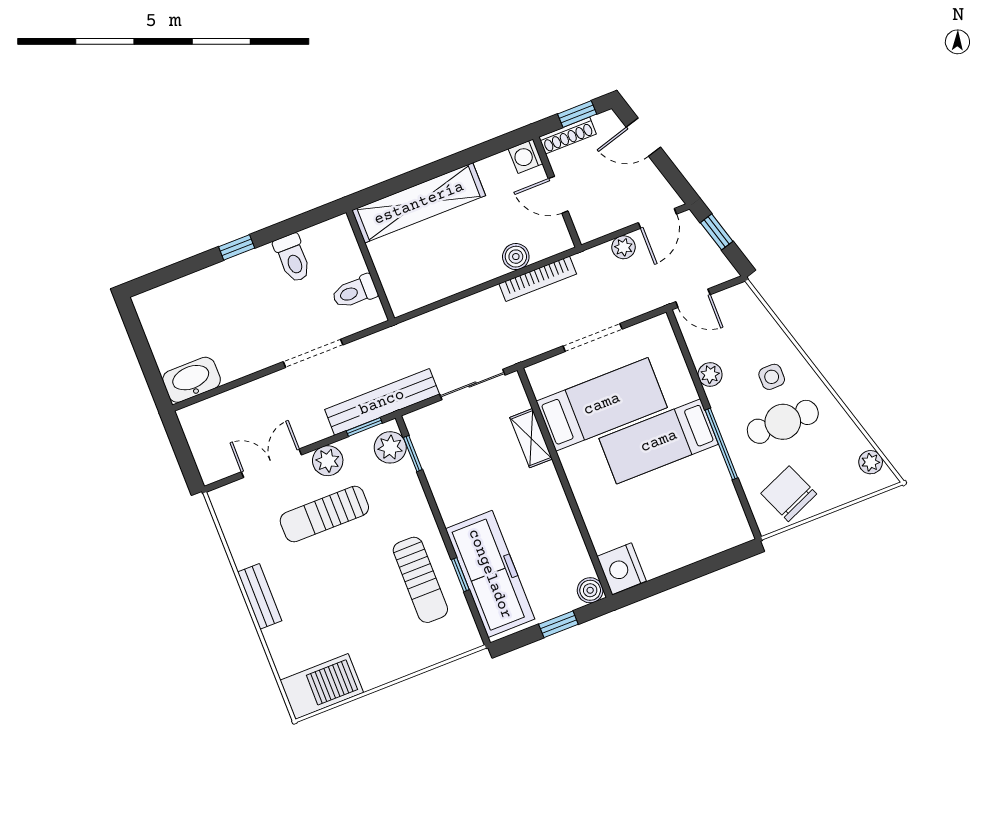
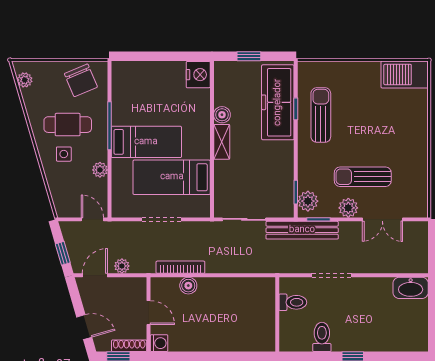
shelving: (419, 203) -> (234, 340), removed
shelving: (531, 438) -> (222, 142), moved
sun lounger: (324, 514) -> (363, 177), turned 180
boiler: (590, 590) -> (222, 115), moved
bench: (260, 596) -> (421, 143), removed

